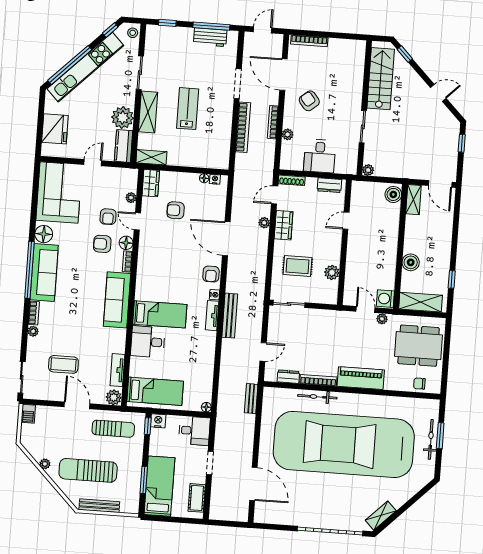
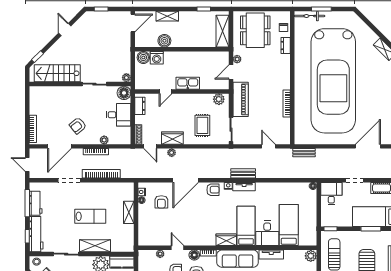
workbench: (169, 35) -> (36, 234), added
lab bench: (188, 109) -> (90, 216), turned 180
shelving: (151, 157) -> (129, 212), moved
floor lamp: (348, 165) -> (124, 93), added
wardrobe: (151, 183) -> (226, 240), moved
shelving: (413, 200) -> (167, 16), moved
armchair: (176, 210) -> (161, 202), moved
door: (137, 221) -> (178, 248), swing flipped
door: (346, 221) -> (166, 91), hinge flipped
kitchen sink: (355, 251) -> (188, 83), added
boiler: (411, 262) -> (164, 41), moved
plant: (332, 272) -> (219, 99), moved
washing machine: (385, 299) -> (157, 58), moved
bench: (230, 316) -> (243, 173), width x0.73
tv unit: (117, 370) -> (271, 255), moved
dresser: (288, 377) -> (286, 46), moved
piano: (361, 378) -> (241, 99), moved, turned 180
bed: (155, 391) -> (289, 225), moved
bicycle: (317, 397) -> (299, 103), removed
nightstand: (158, 421) -> (326, 221), removed
bicycle: (431, 439) -> (309, 16), moved

